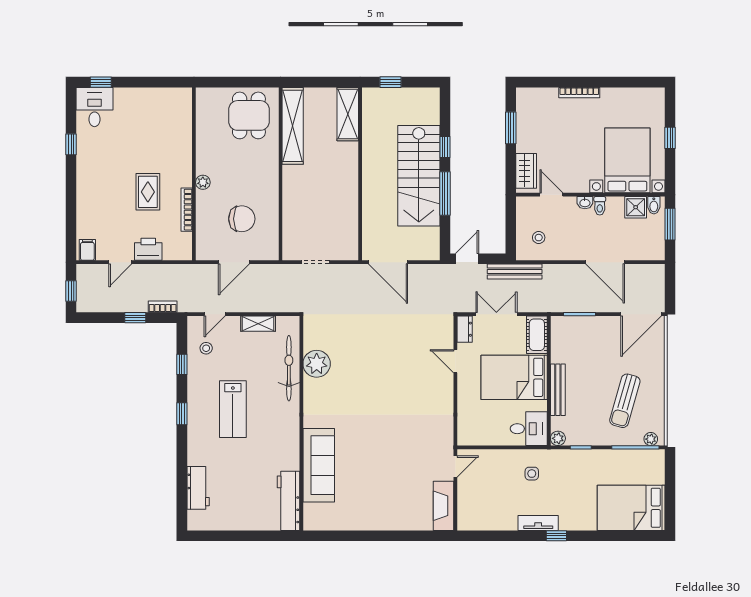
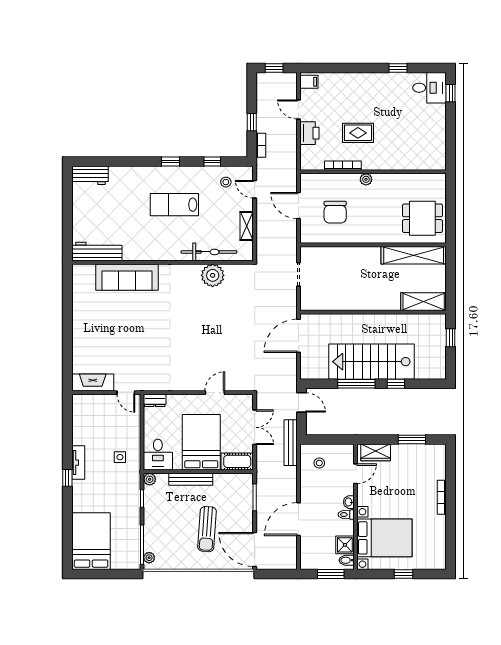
dresser: (465, 329) -> (155, 400), moved
sun lounger: (625, 401) -> (207, 529), moved, turned -102
workbench: (198, 488) -> (90, 175), moved

